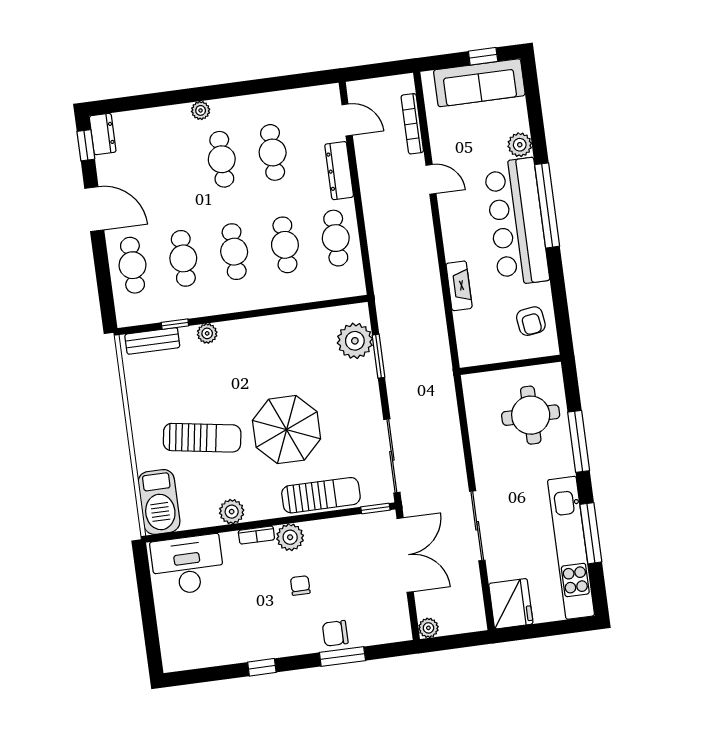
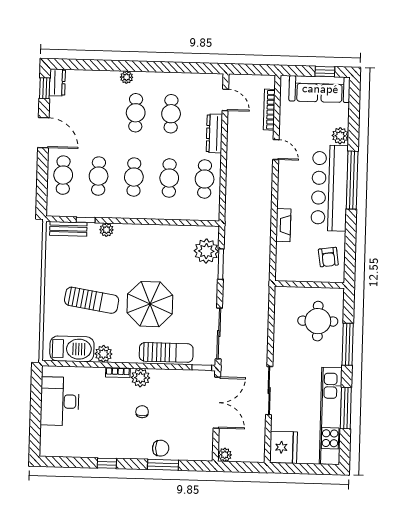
barbecue: (159, 502) -> (72, 349), moved, turned -90
desk: (188, 565) -> (60, 401), moved, turned -90
chair: (335, 633) -> (161, 448), turned 180

